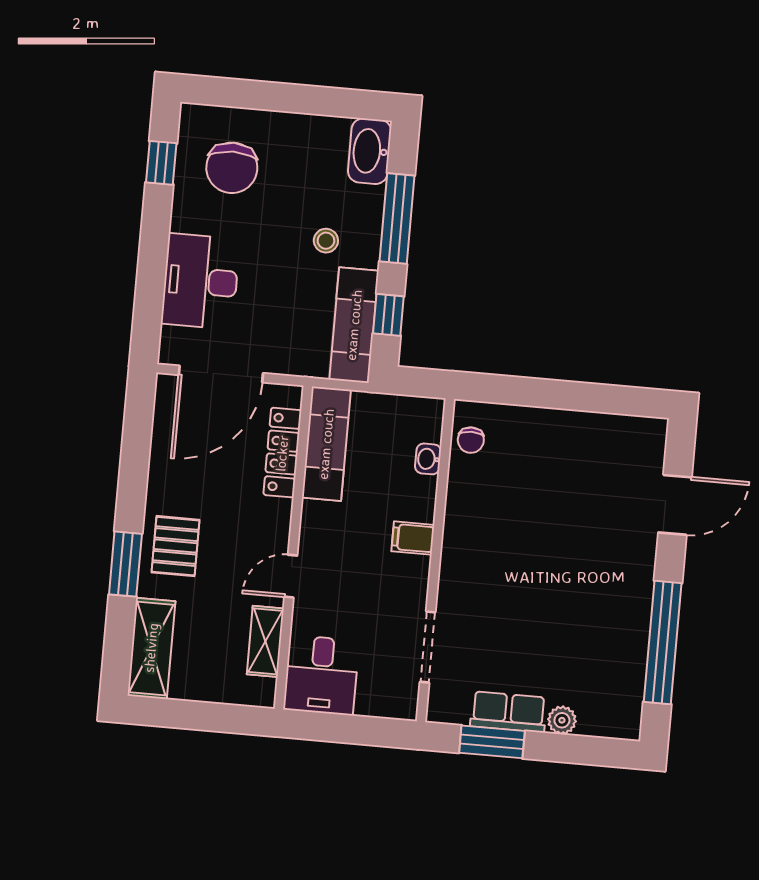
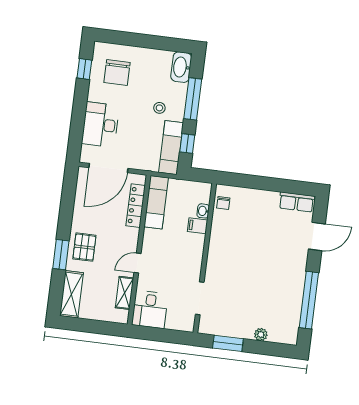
filing cabinet: (413, 538) -> (198, 226), moved
row of seats: (508, 712) -> (297, 202), moved, turned 180

